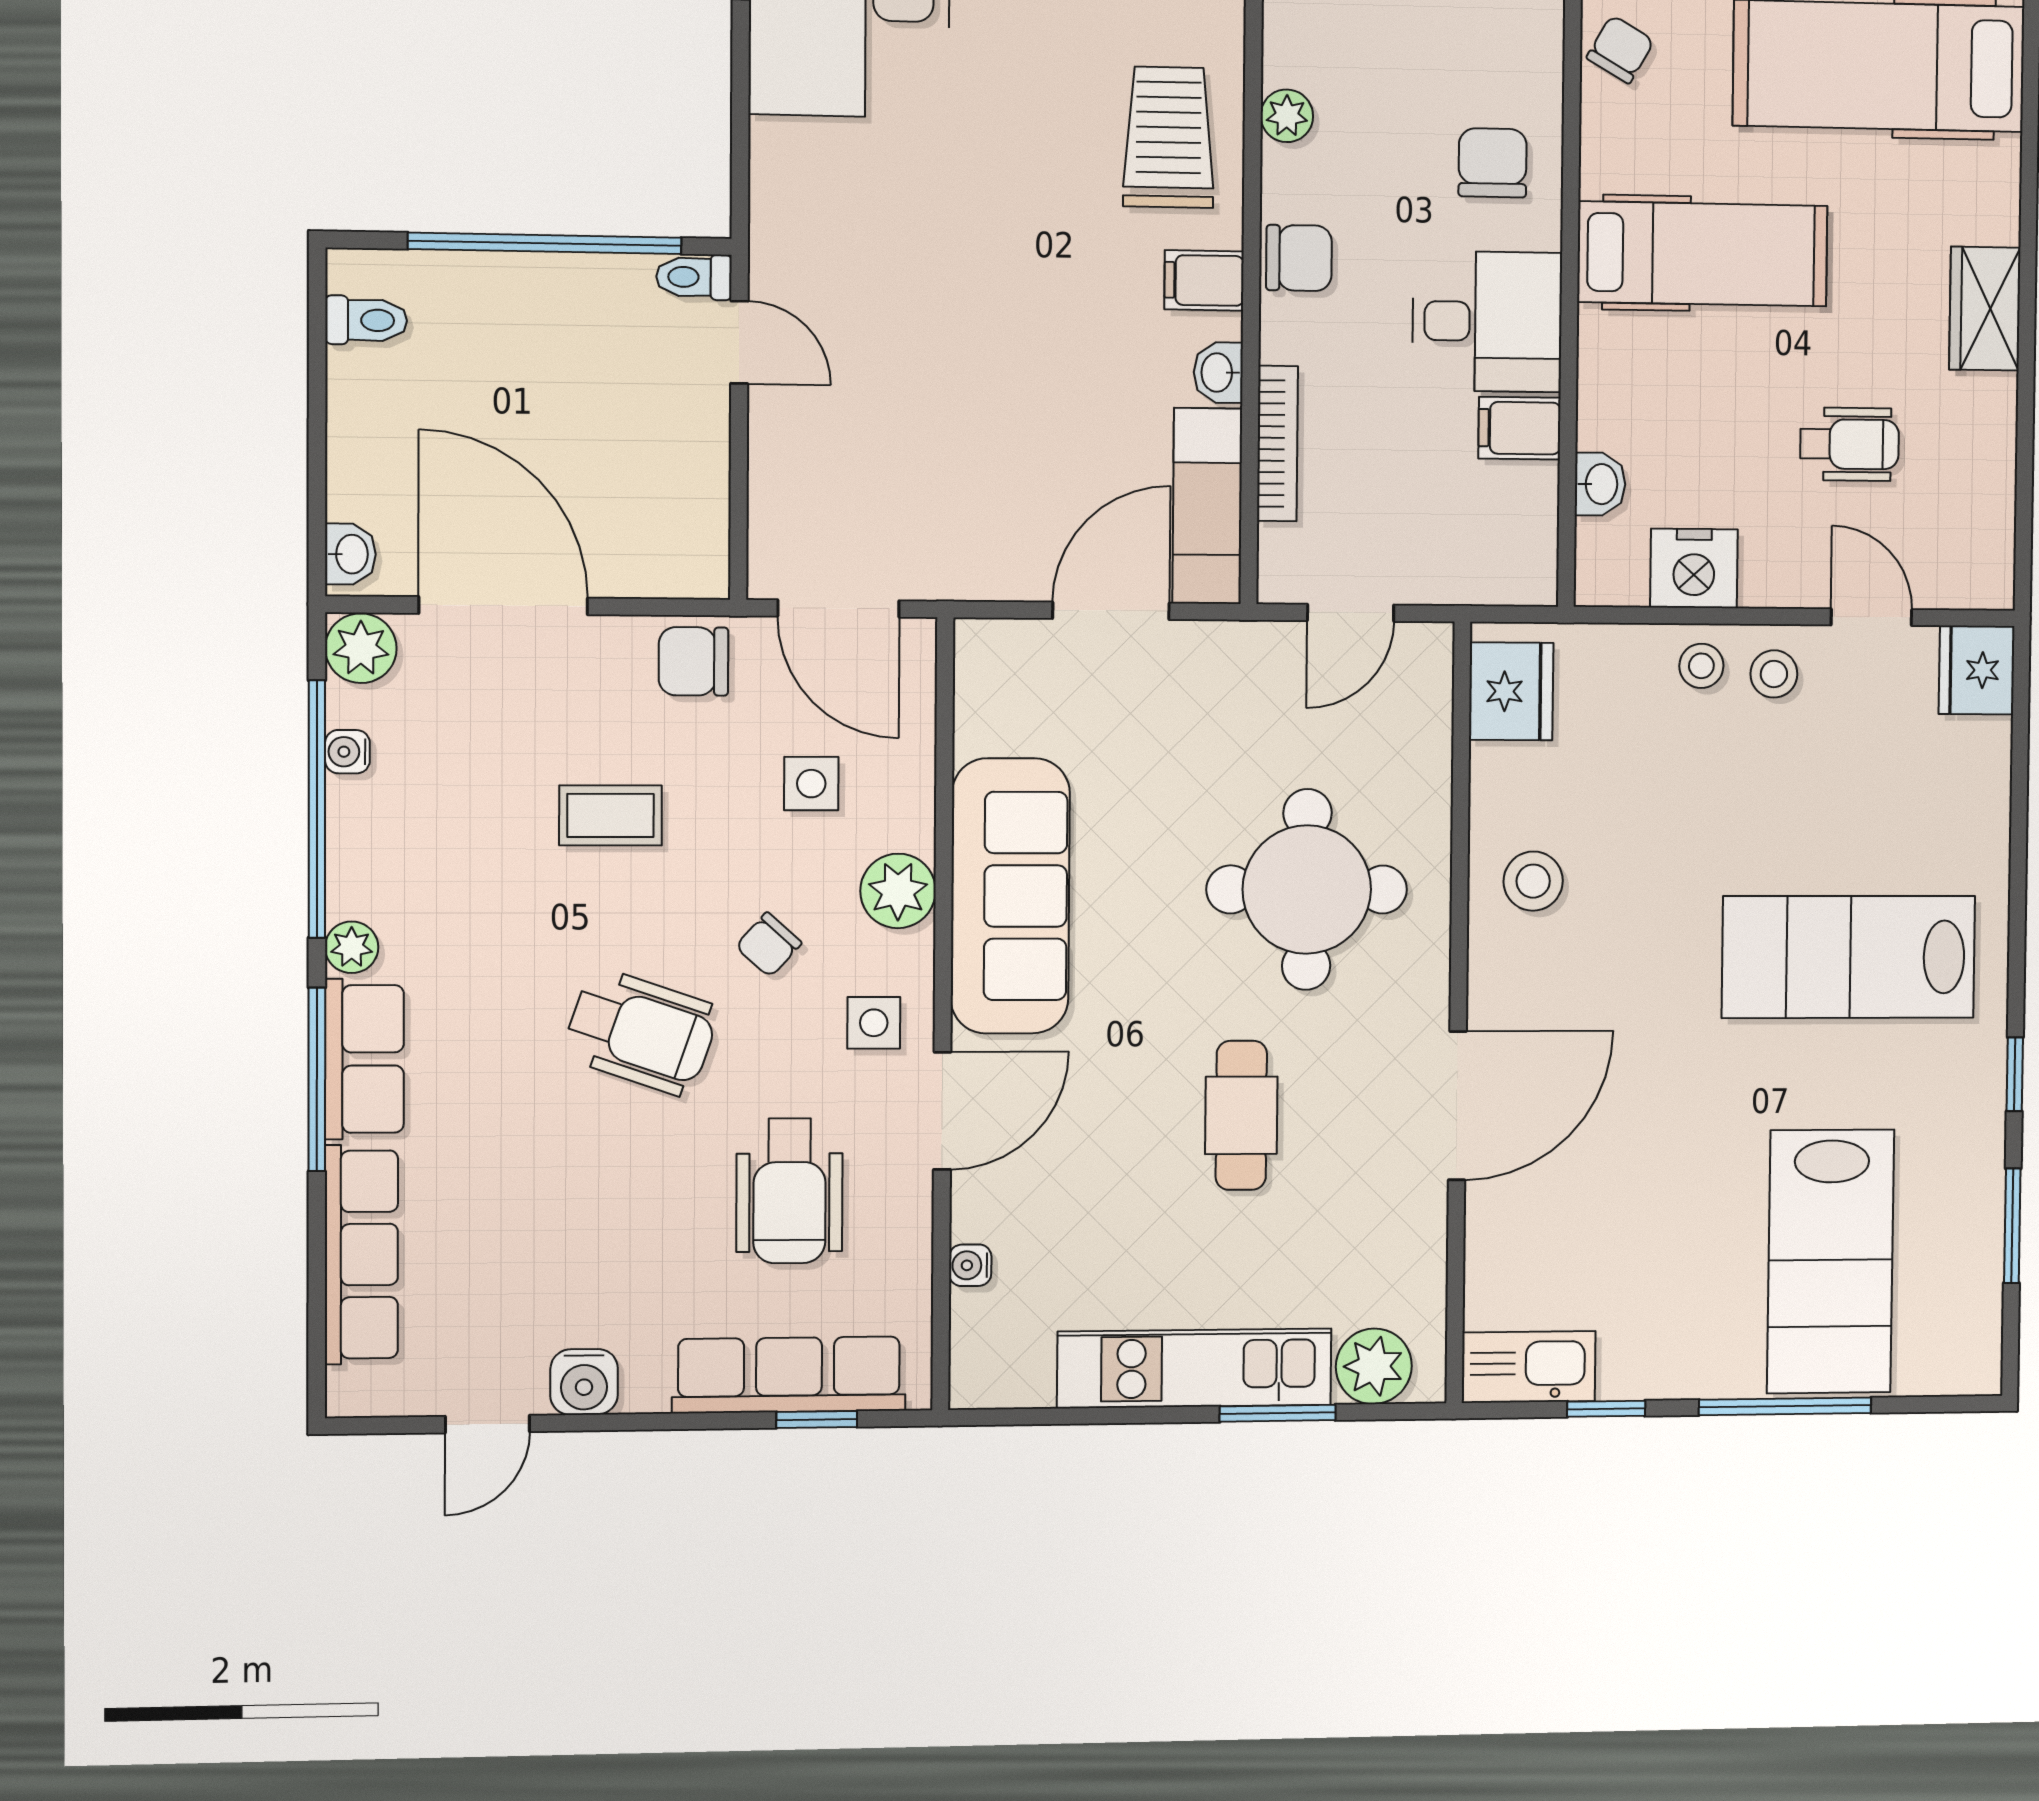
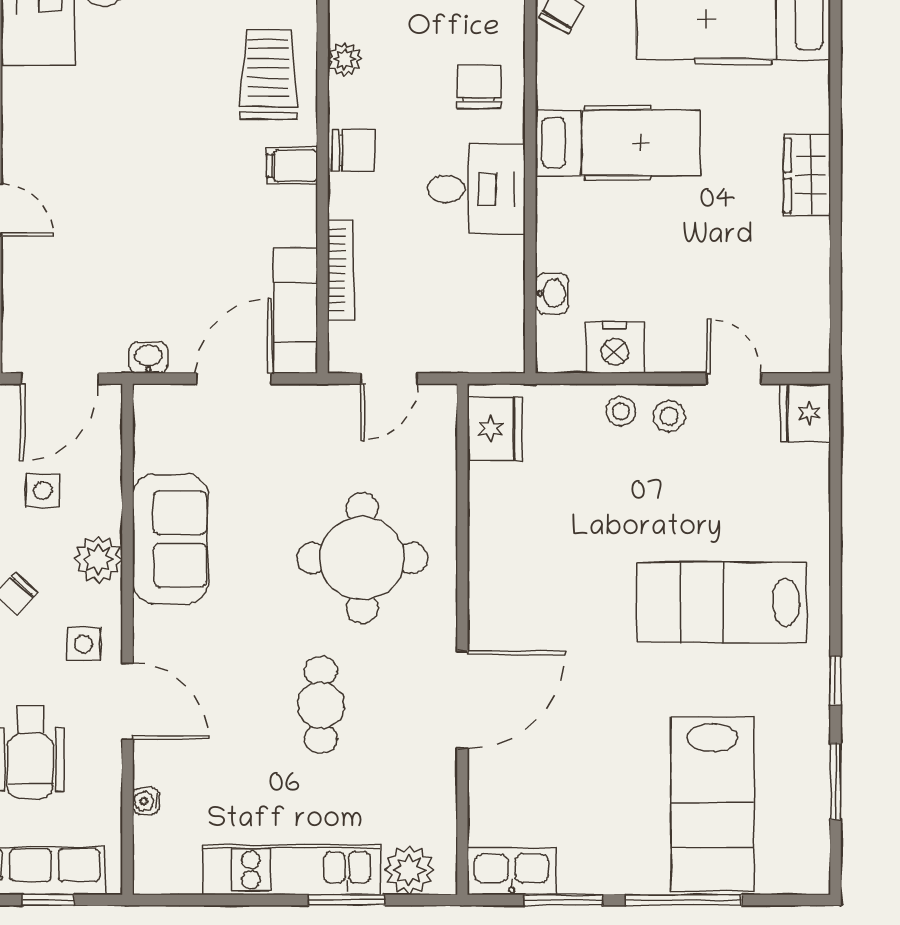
washbasin: (1218, 373) -> (148, 358), moved, turned 90
filing cabinet: (1519, 428) -> (498, 258), removed
wheelchair: (1849, 444) -> (717, 265), removed
door: (838, 609) -> (60, 379), hinge flipped
stool: (1533, 881) -> (511, 553), removed
sofa: (1010, 896) -> (170, 539), width x0.73
door: (942, 1111) -> (127, 701), hinge flipped
window: (1606, 1409) -> (563, 900), width x1.50

